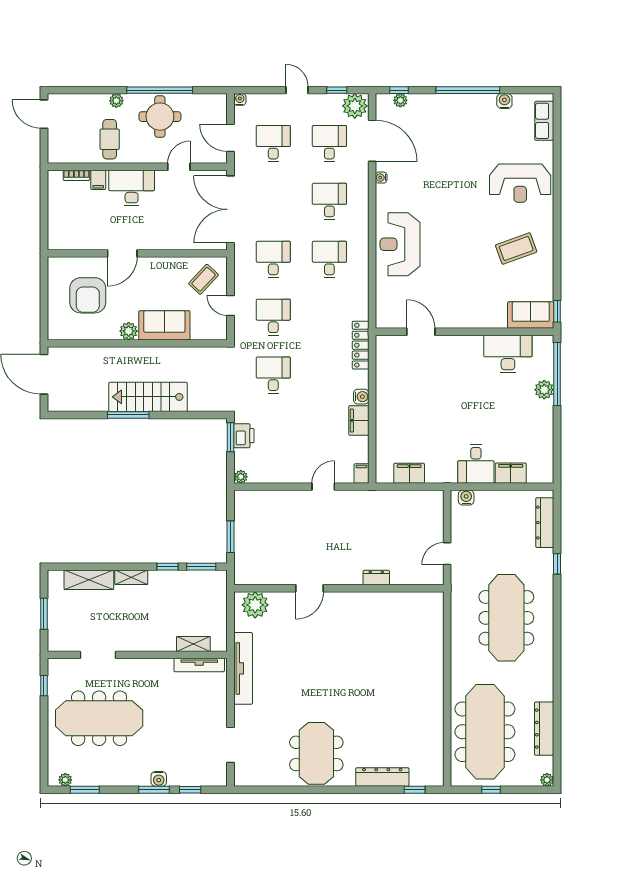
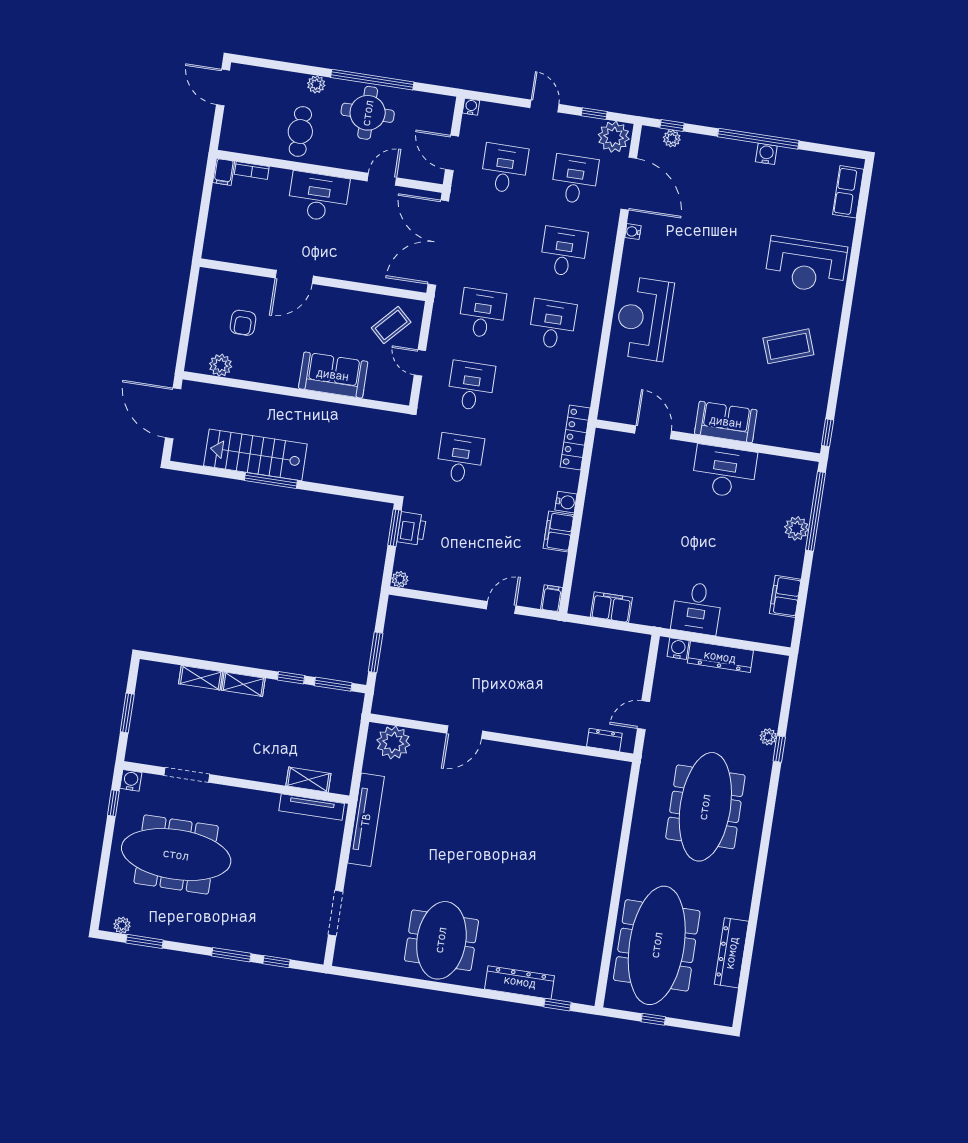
water cooler: (504, 101) -> (766, 154), moved
filing cabinet: (98, 180) -> (224, 172), moved
armchair: (88, 295) -> (243, 323), width x0.53, depth x0.53
sofa: (531, 315) -> (726, 422), moved
plant: (129, 331) -> (221, 365), moved
desk: (508, 354) -> (724, 472), moved
stairs: (148, 397) -> (255, 455), moved
filing cabinet: (511, 473) -> (785, 596), moved, turned -90
dresser: (545, 523) -> (720, 657), moved, turned -90
dresser: (376, 578) -> (604, 740), moved
shelving: (89, 580) -> (201, 678), width x0.67, depth x0.75
water cooler: (159, 779) -> (131, 780), moved, turned 180
plant: (547, 780) -> (768, 737), moved

